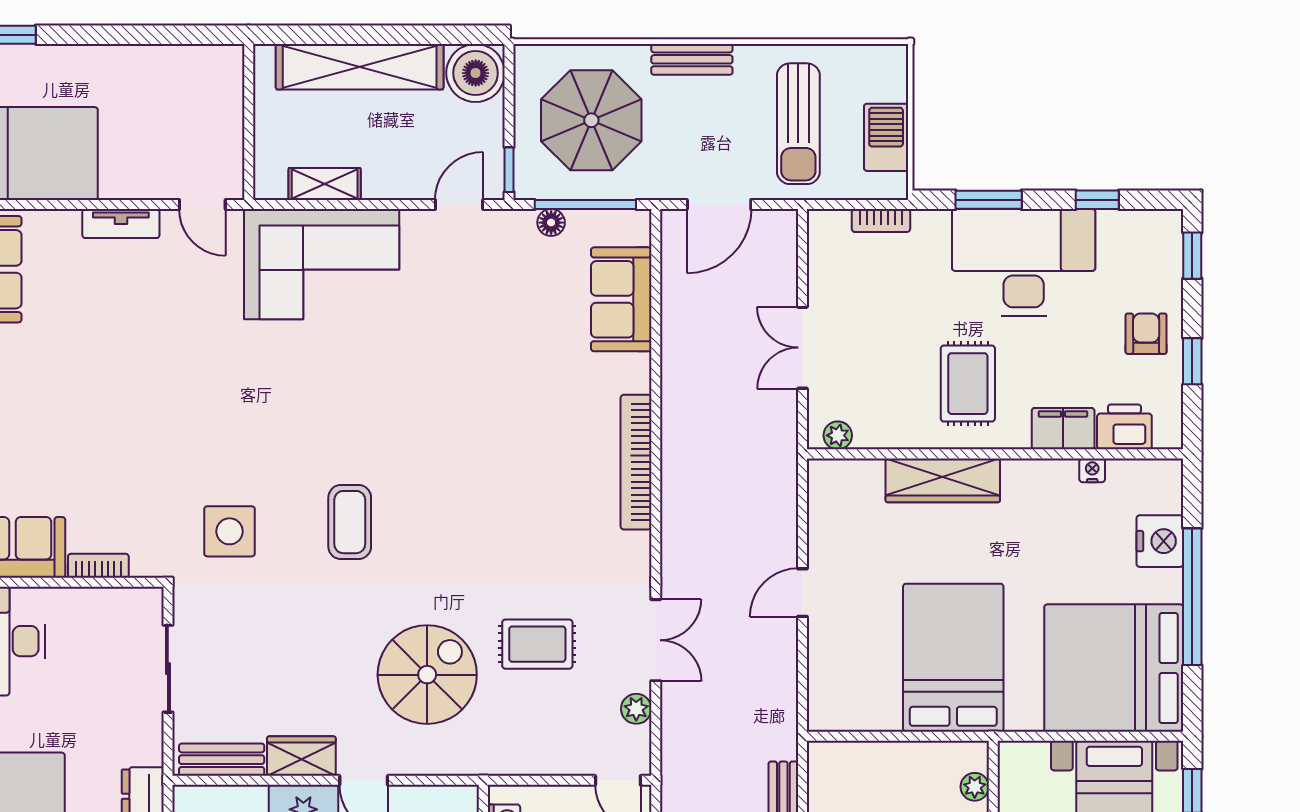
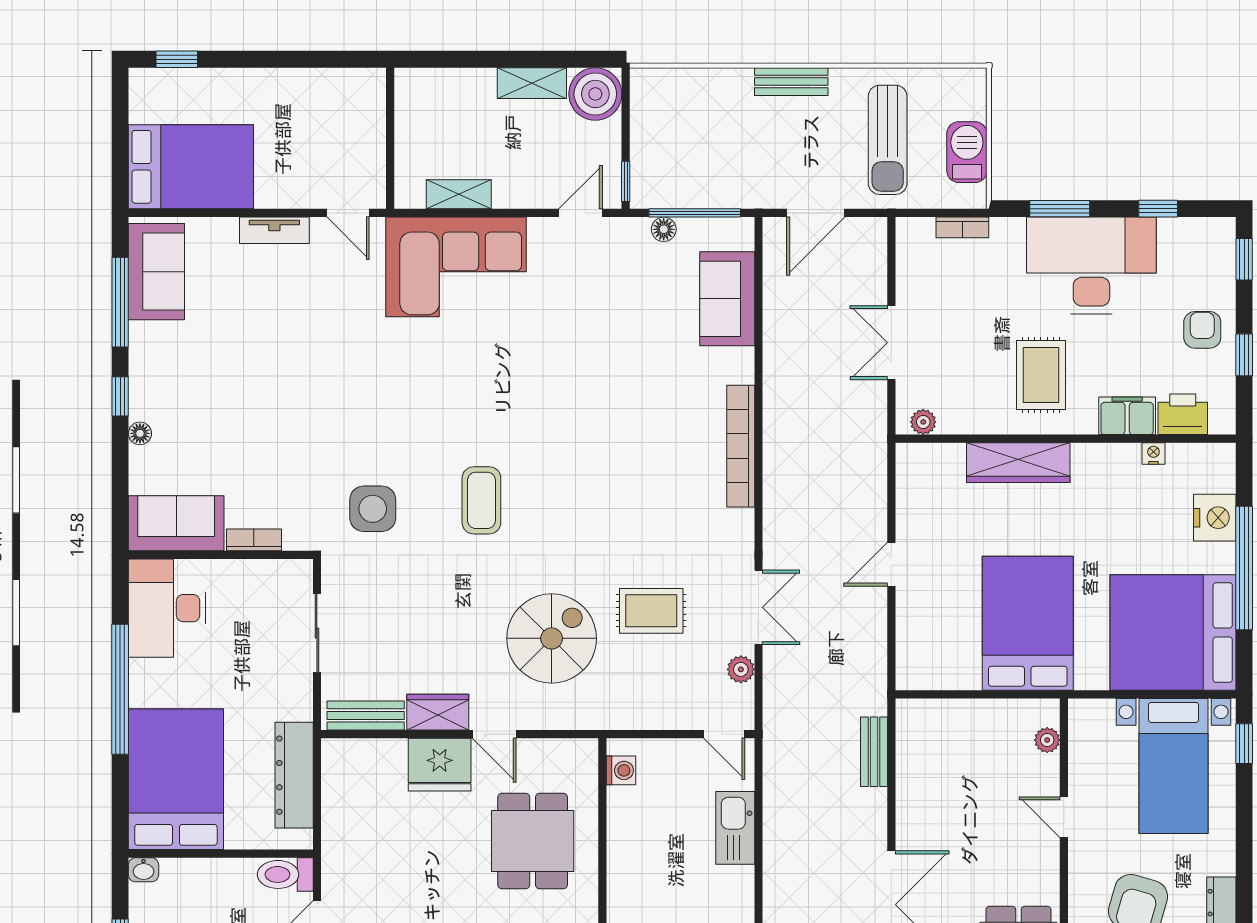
shelving: (360, 67) -> (532, 83), width x0.45, depth x0.75
parasol: (591, 120) -> (700, 137), removed

